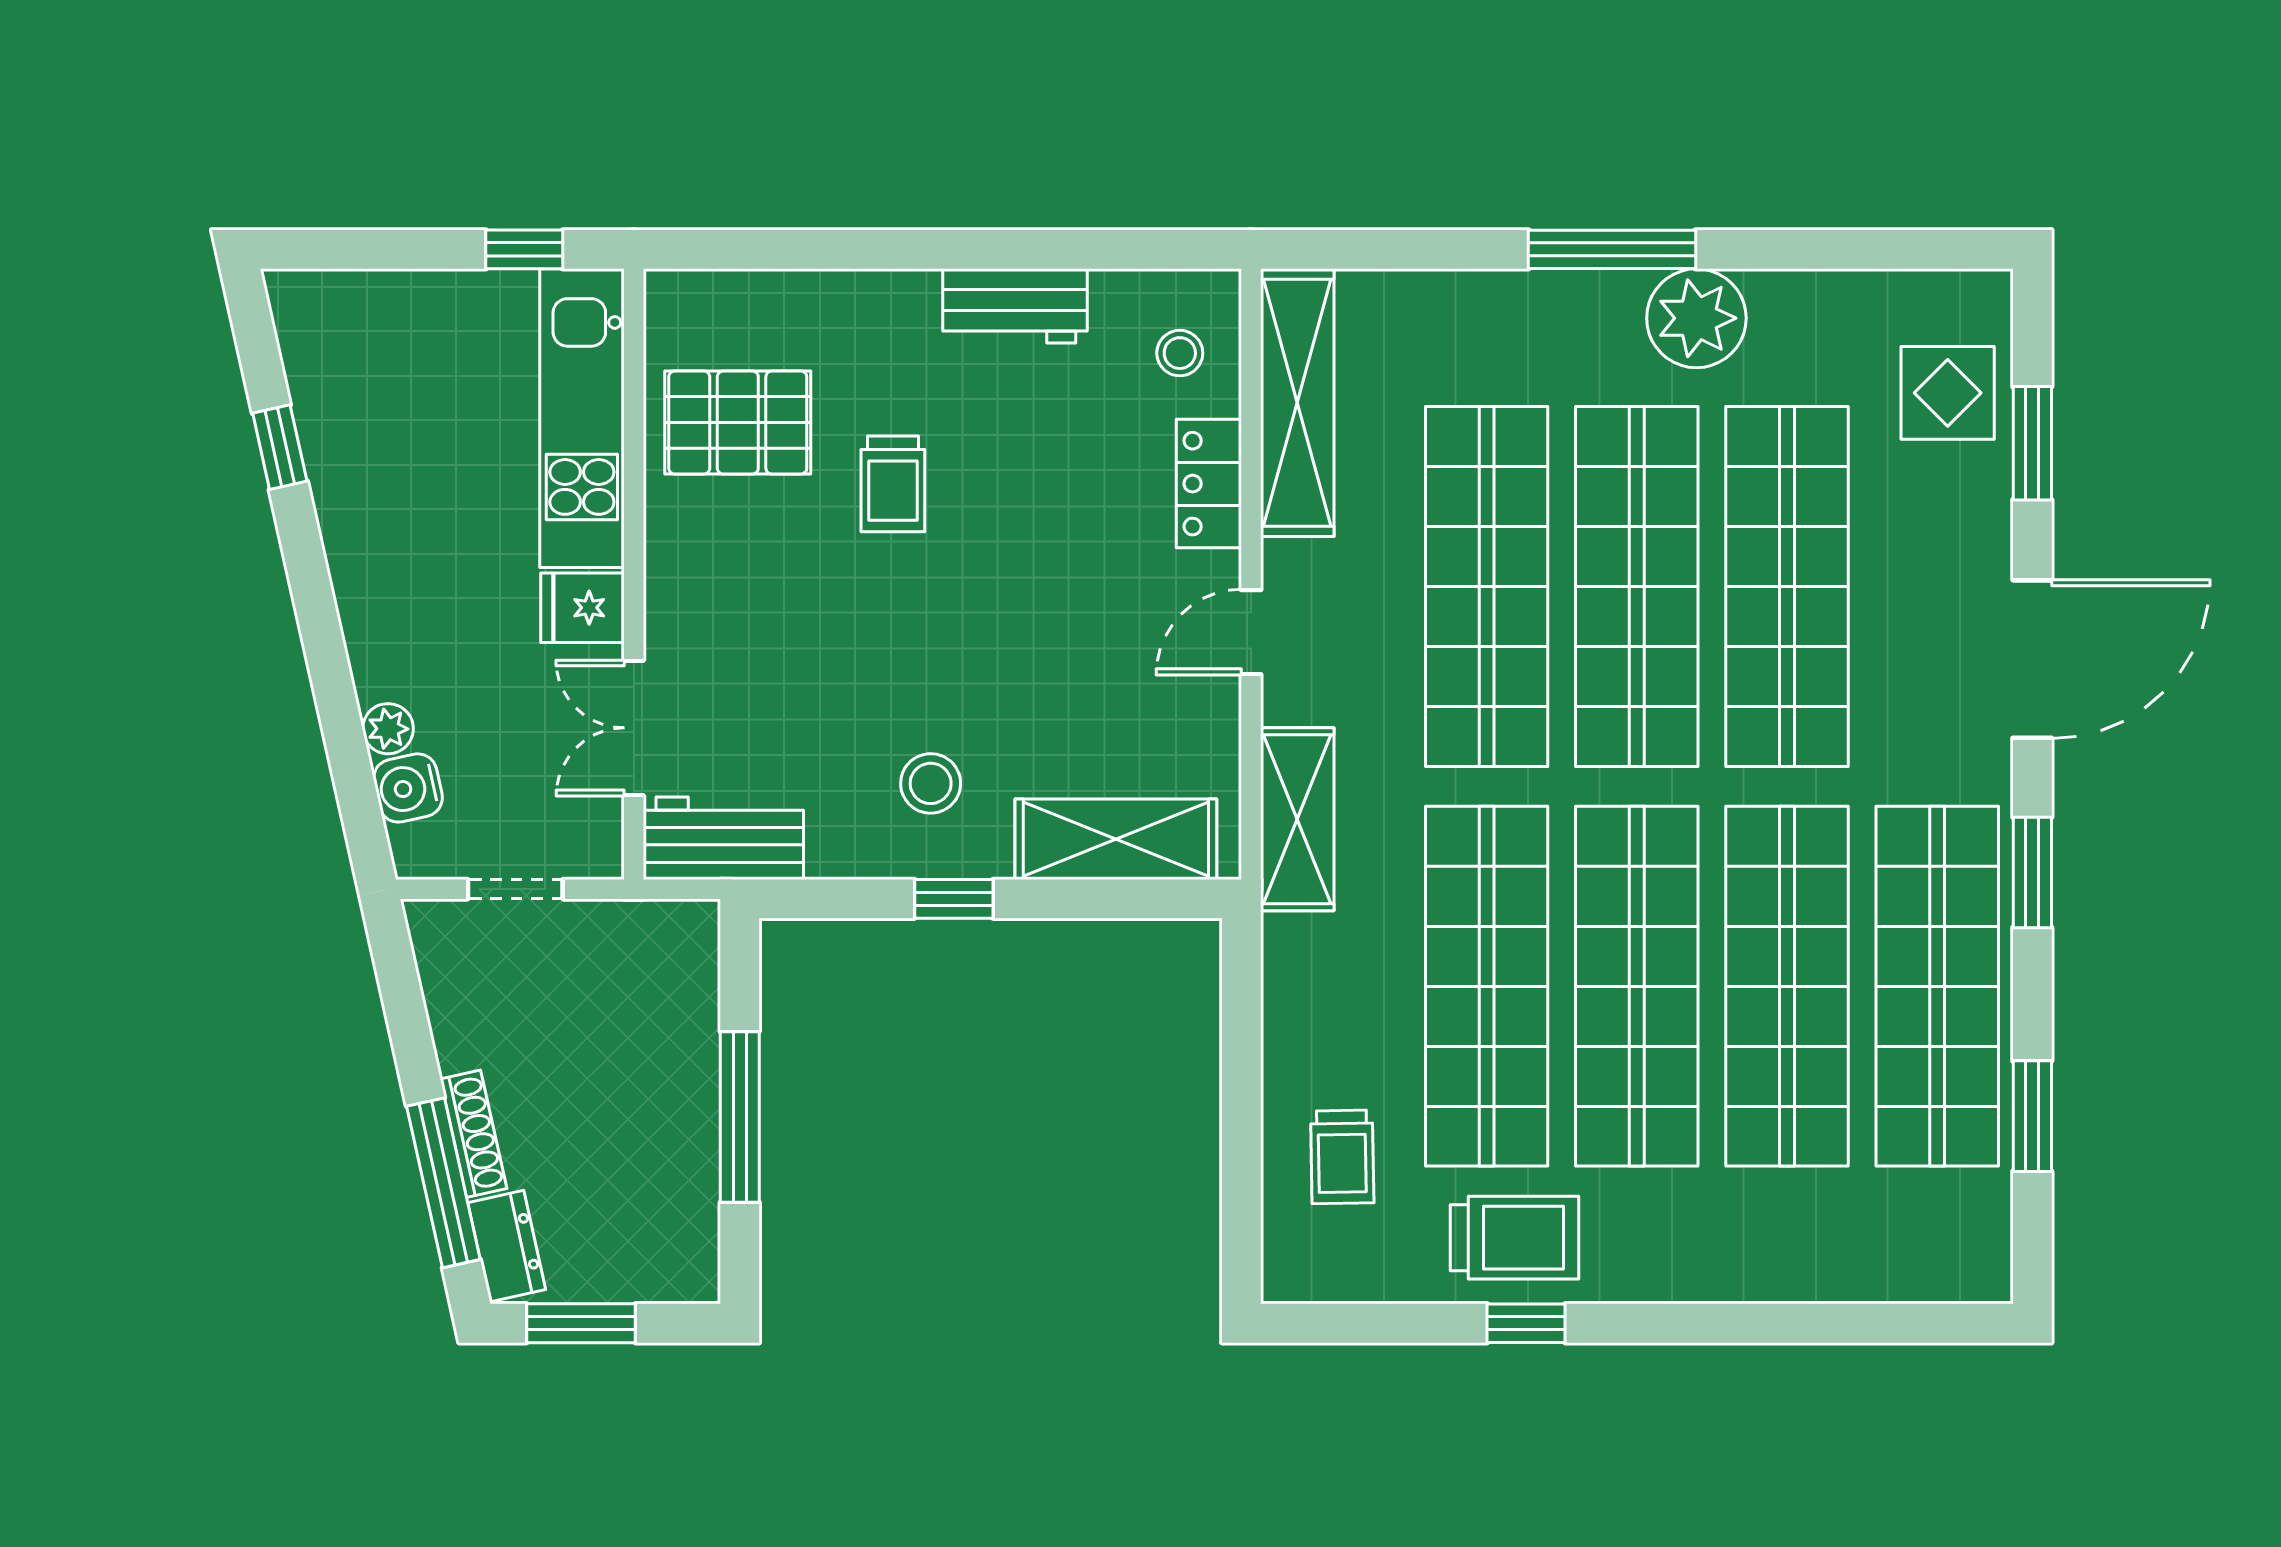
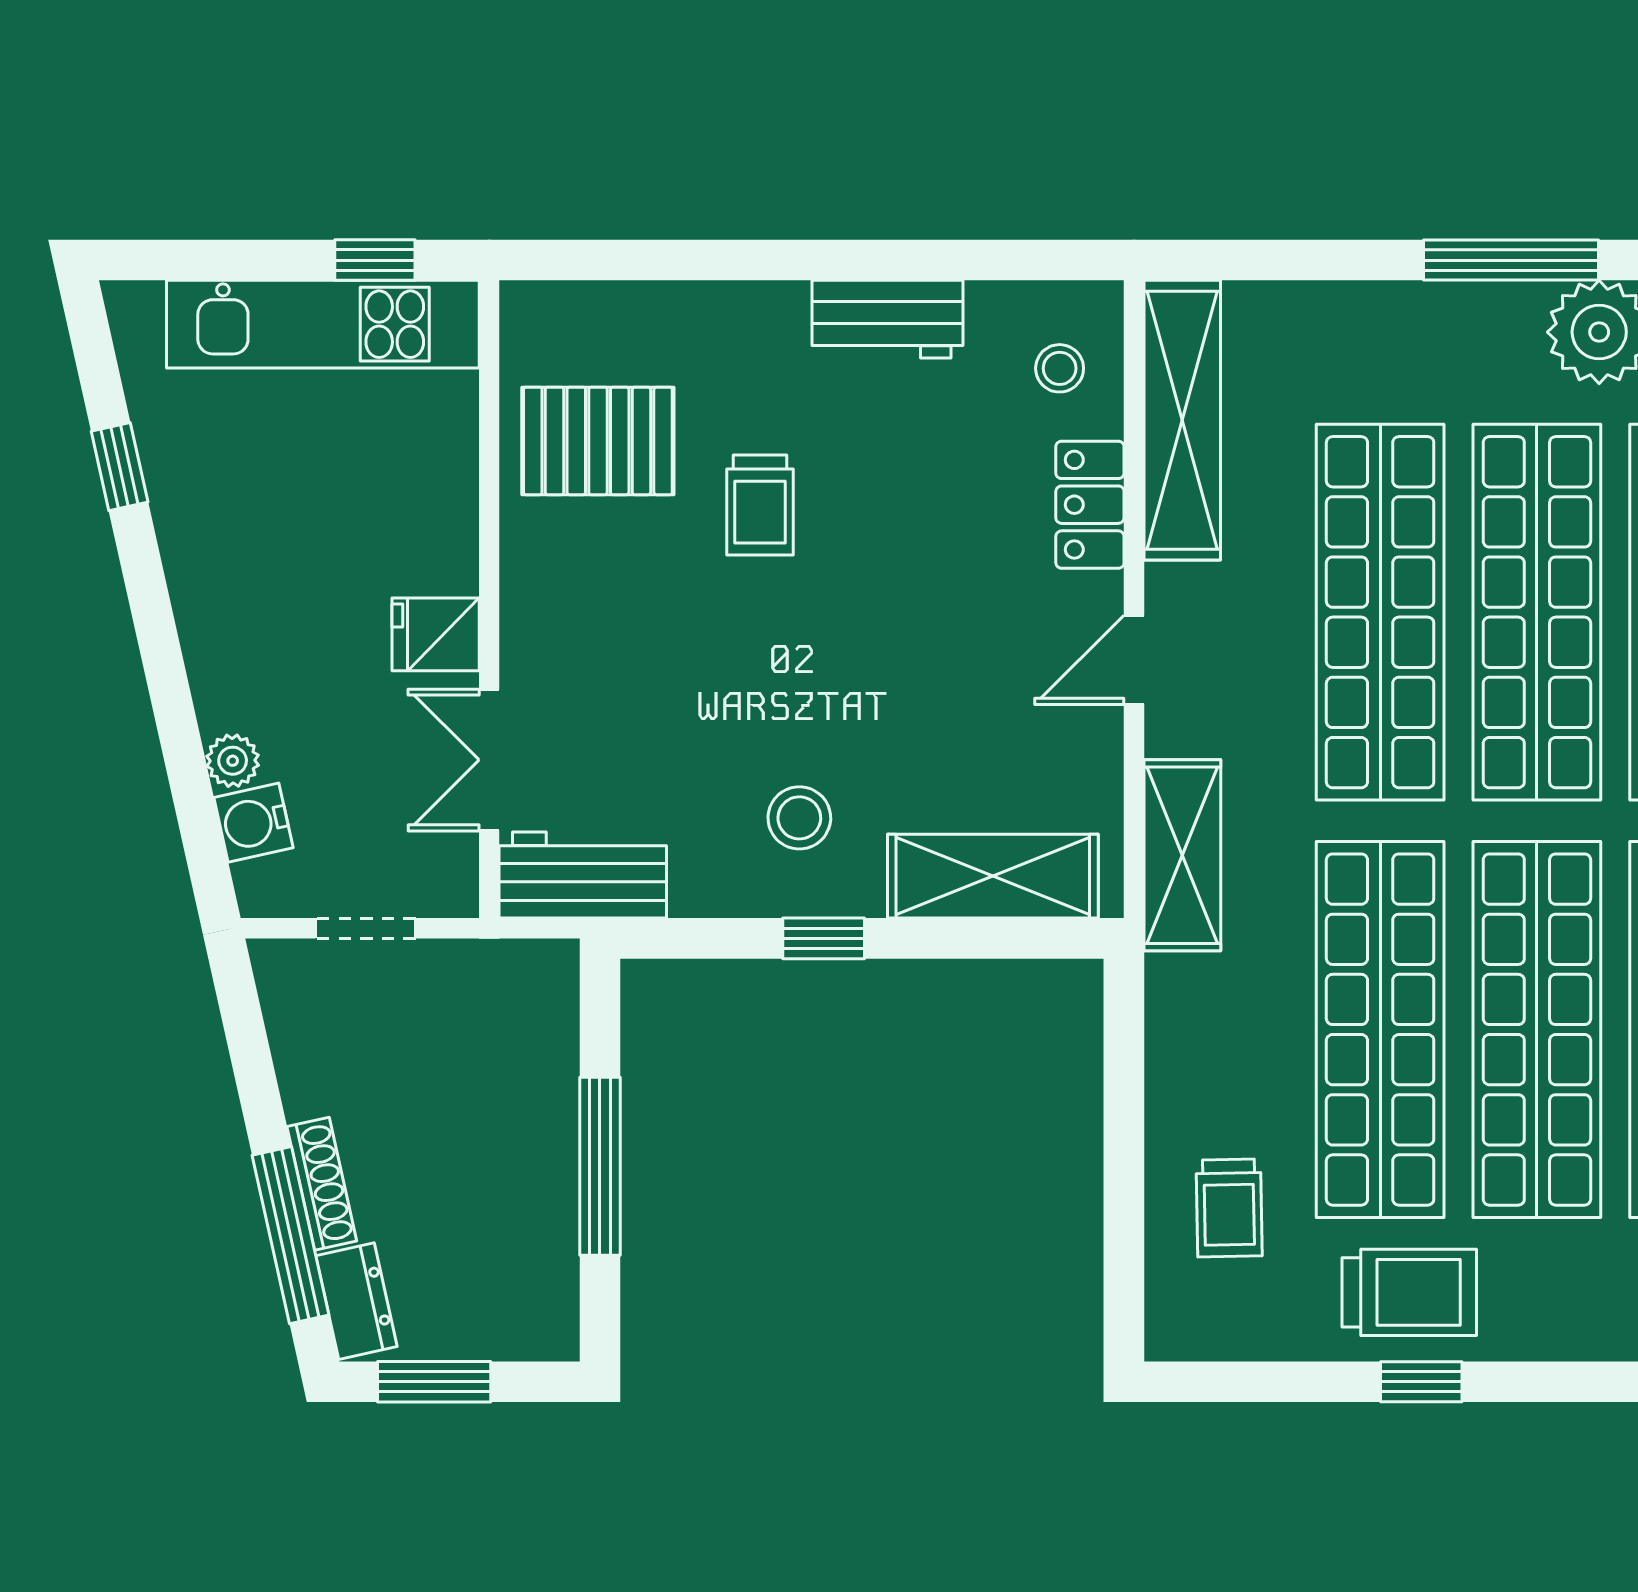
kitchen unit: (582, 418) -> (323, 324), moved, turned -90

